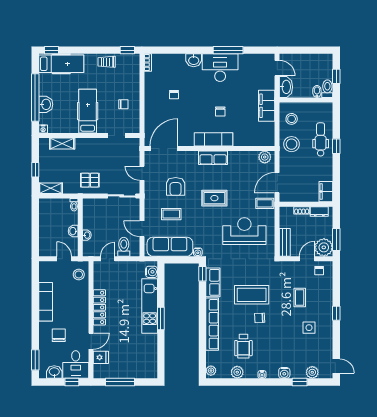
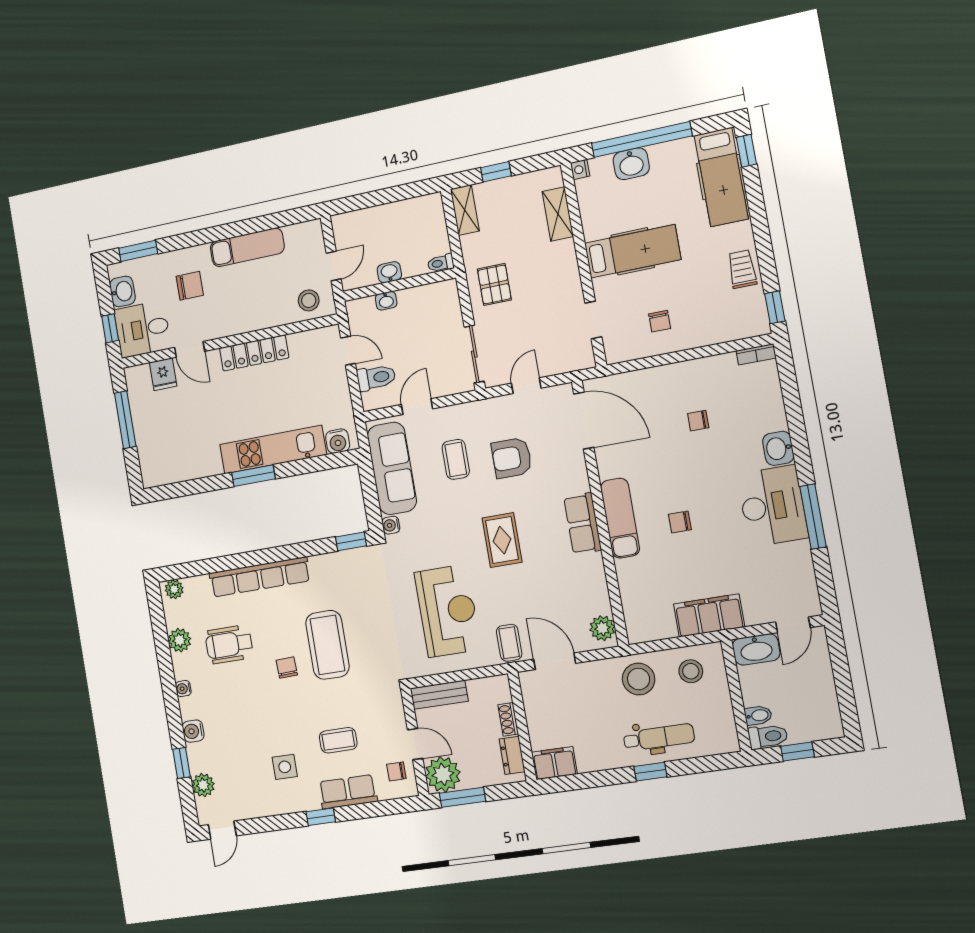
row of seats: (213, 282) -> (348, 792), moved, turned 180

